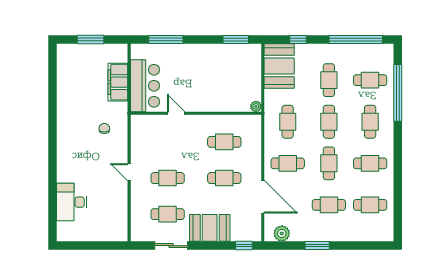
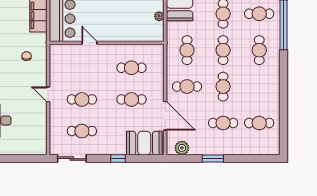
plant: (256, 106) -> (159, 16), moved
cafe table: (370, 163) -> (259, 87), removed
booth: (210, 228) -> (144, 143), moved
sliding door: (171, 246) -> (72, 159), moved
window: (244, 246) -> (118, 159), moved

